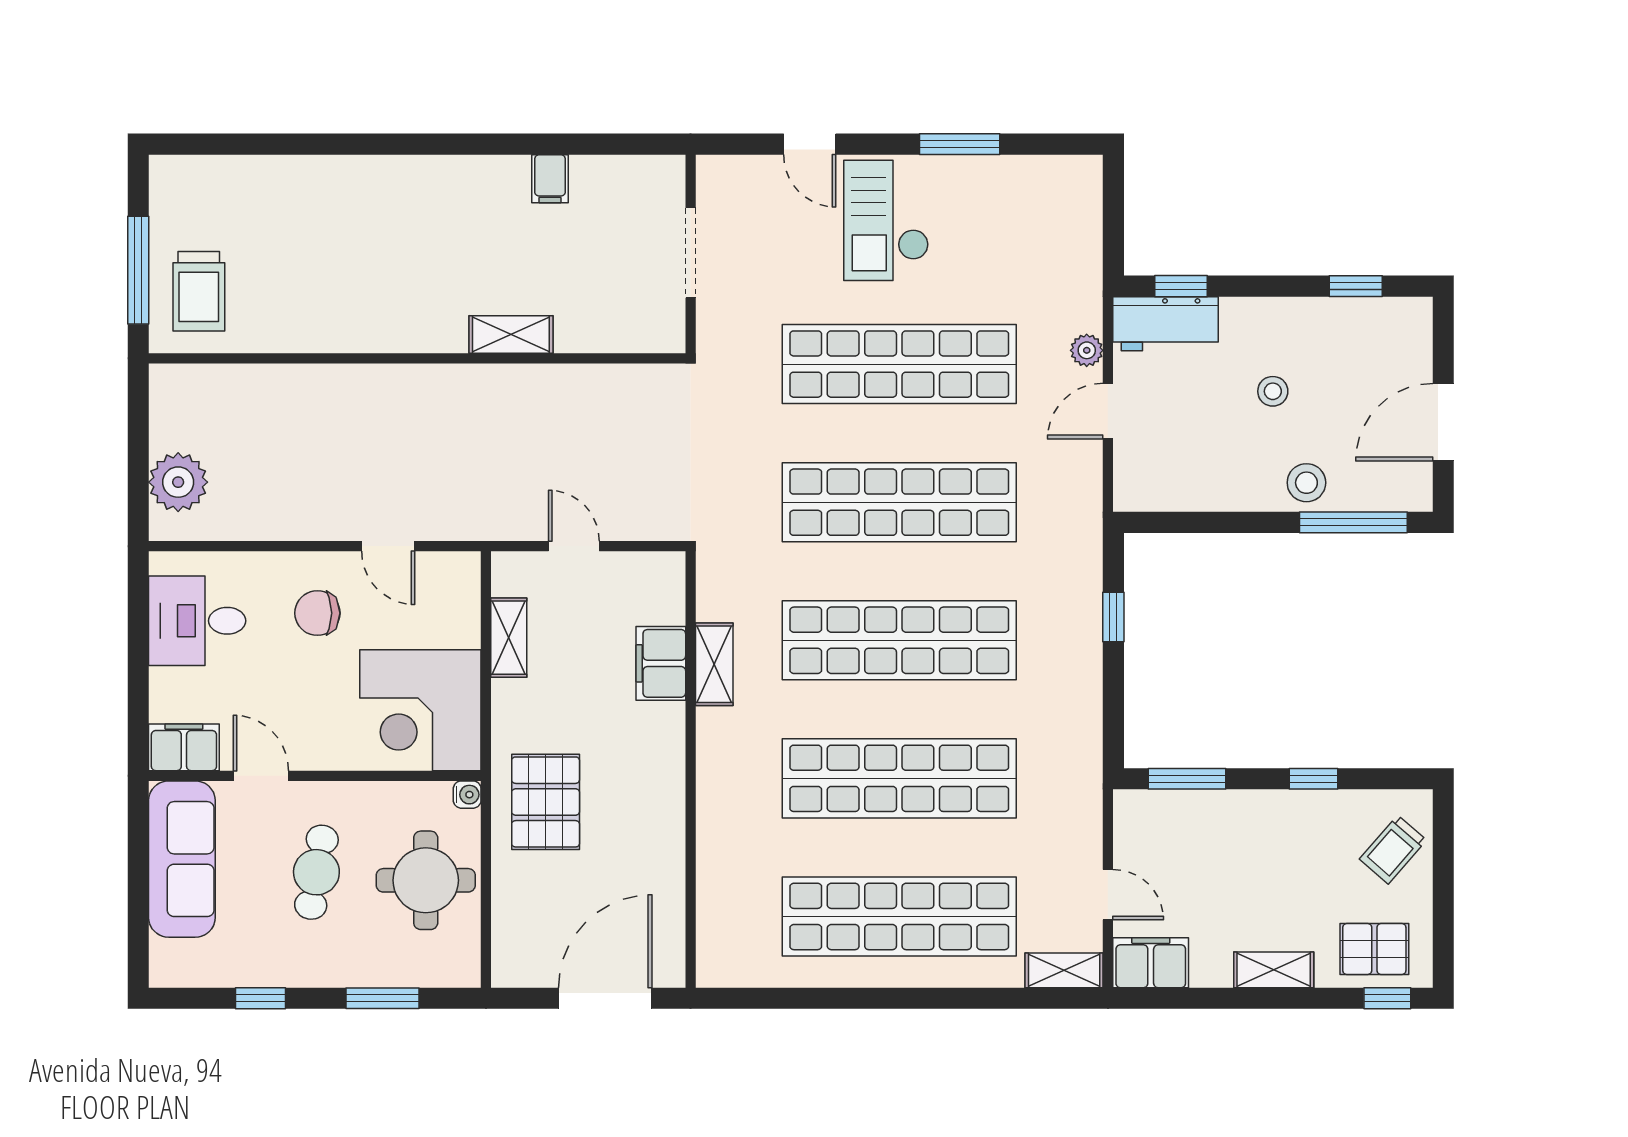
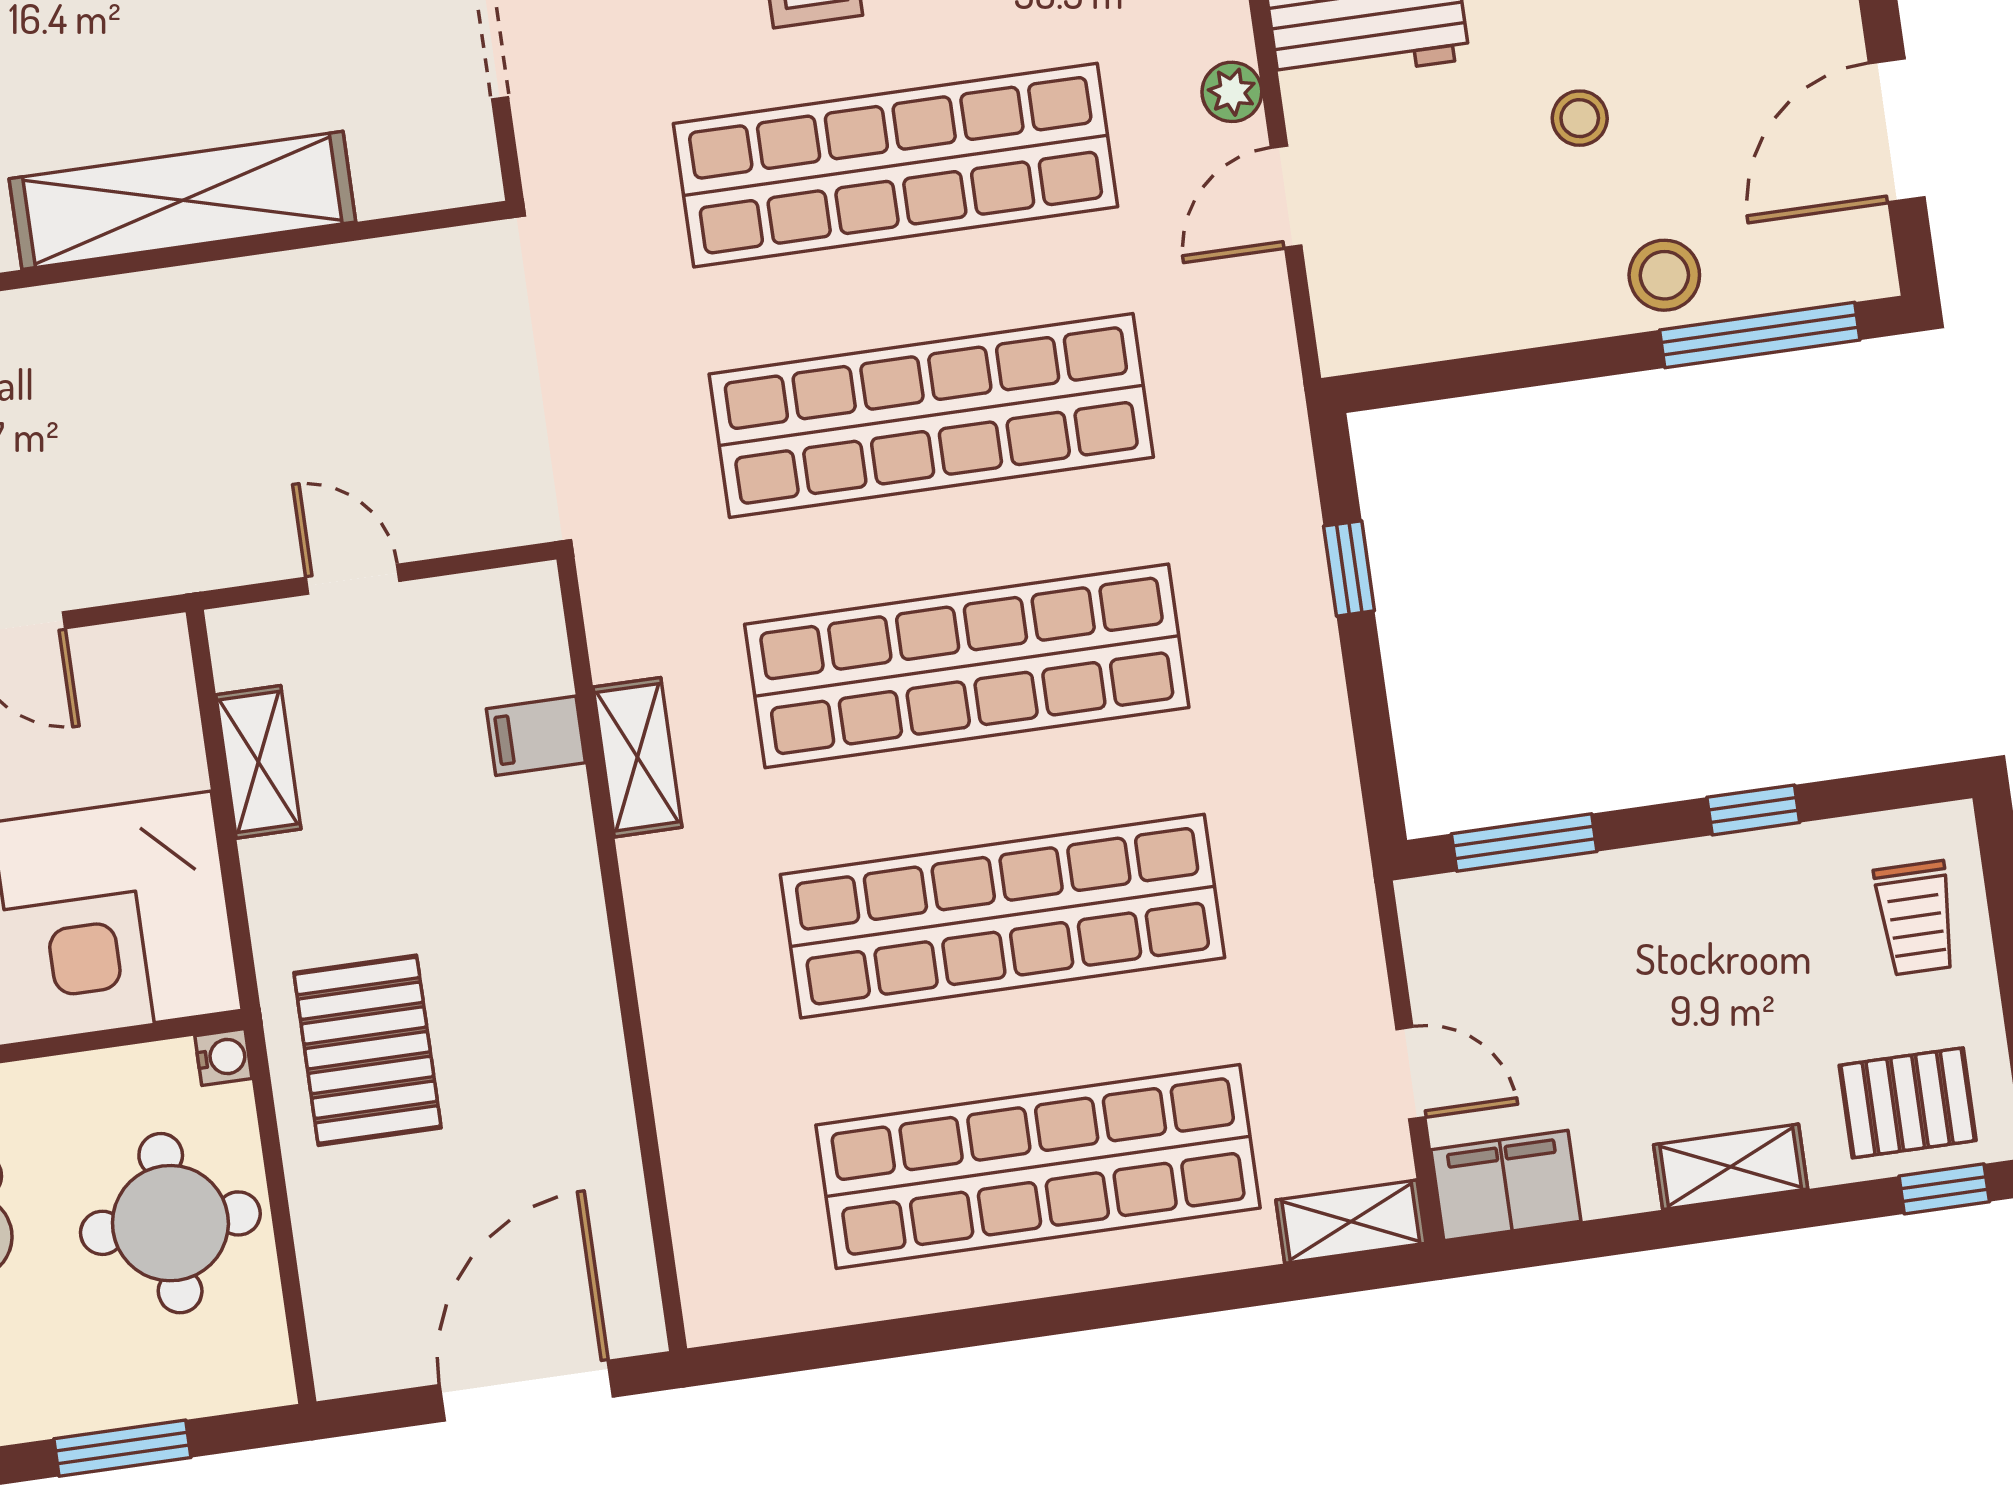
shelving: (511, 334) -> (182, 200), width x2.20, depth x1.33
filing cabinet: (661, 663) -> (536, 736), width x0.50
trolley: (1393, 850) -> (1916, 918), turned -41

